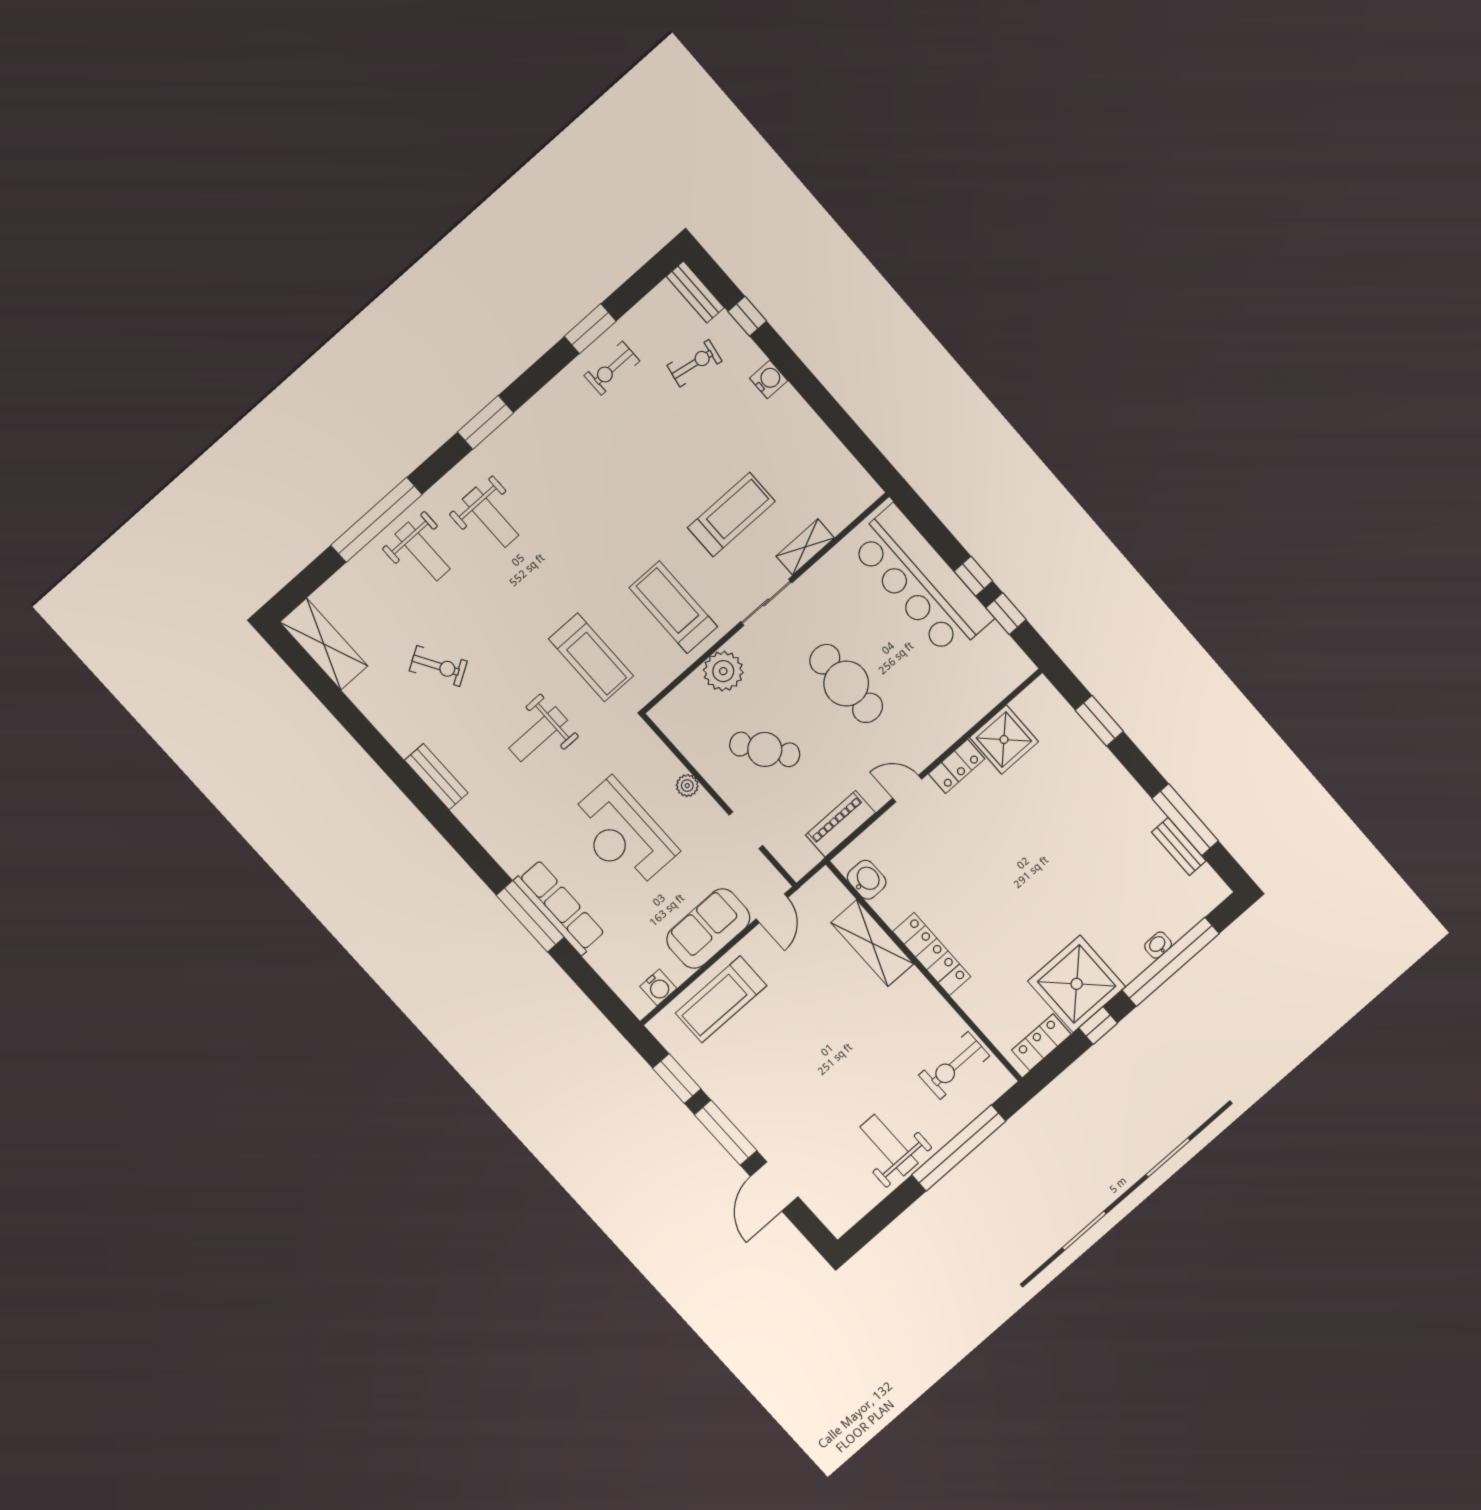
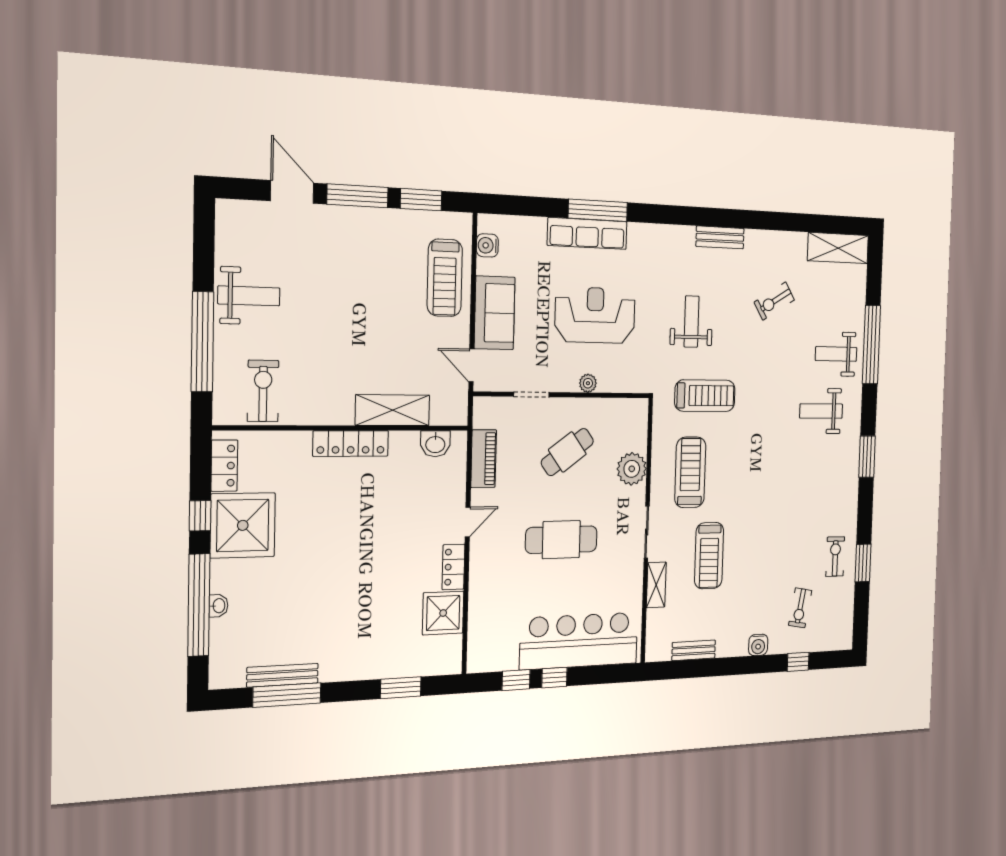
bench: (695, 292) -> (694, 650), moved
treadmill: (673, 607) -> (690, 472), turned -90
treadmill: (591, 657) -> (705, 396), turned 180
bench: (1179, 846) -> (283, 675), width x1.36
treadmill: (721, 999) -> (445, 278), turned 180

